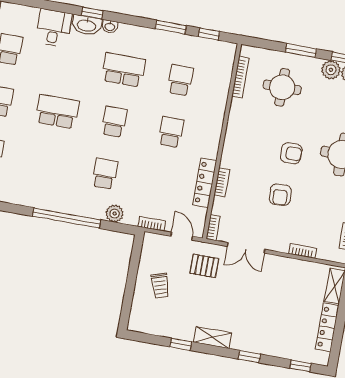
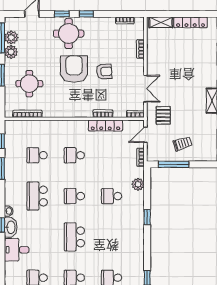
armchair: (291, 153) -> (74, 69), width x1.88, depth x1.88
window: (67, 218) -> (147, 217), width x0.32
window: (133, 268) -> (174, 164), added

